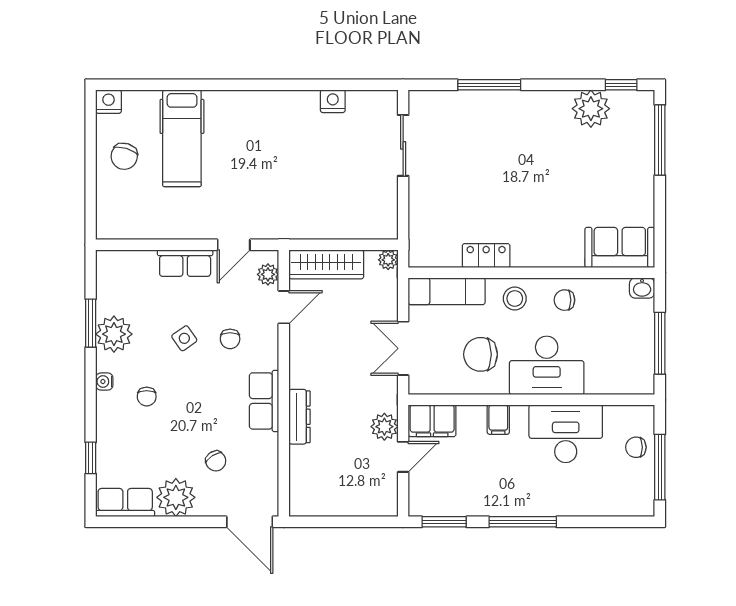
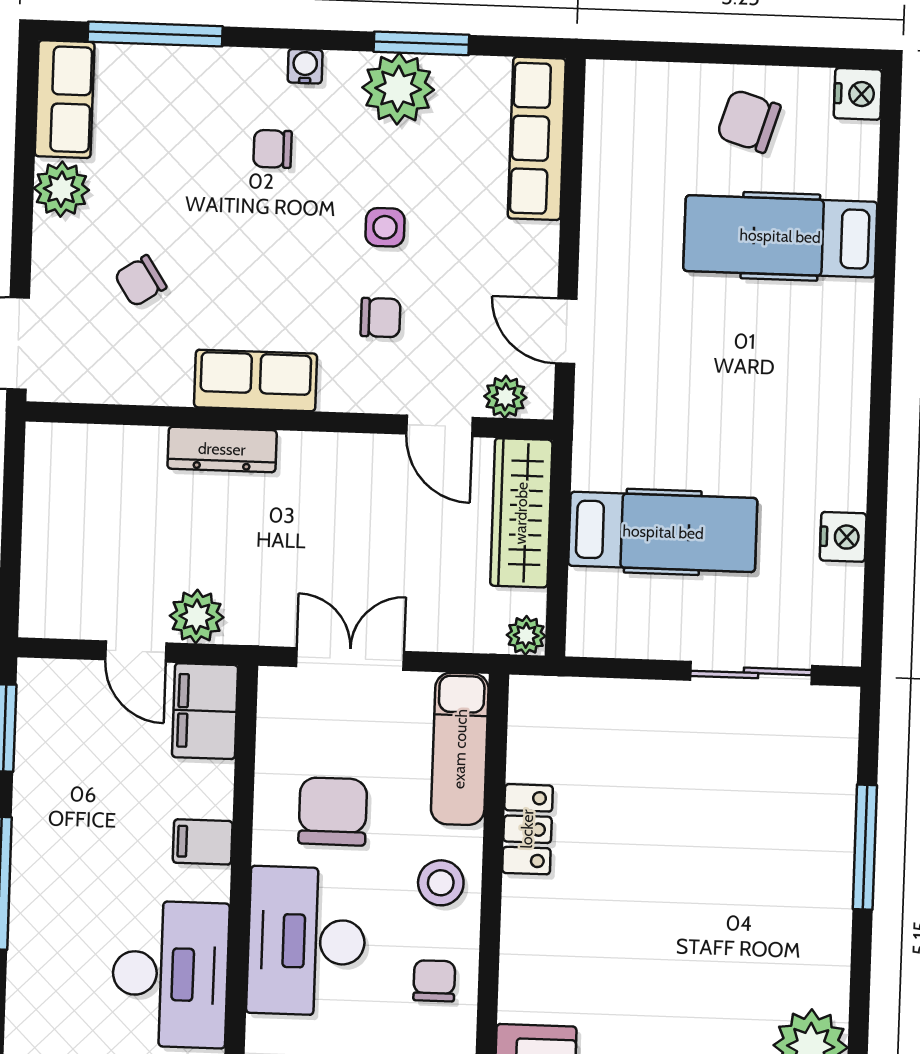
hospital bed: (333, 192) -> (663, 532), added
row of seats: (185, 263) -> (537, 138), moved, width x1.48
side table: (184, 338) -> (385, 227), turned 35
chair: (230, 339) -> (381, 318), turned 180
window: (91, 458) -> (155, 34), width x2.17
plant: (176, 497) -> (61, 189), width x0.73, depth x0.73

